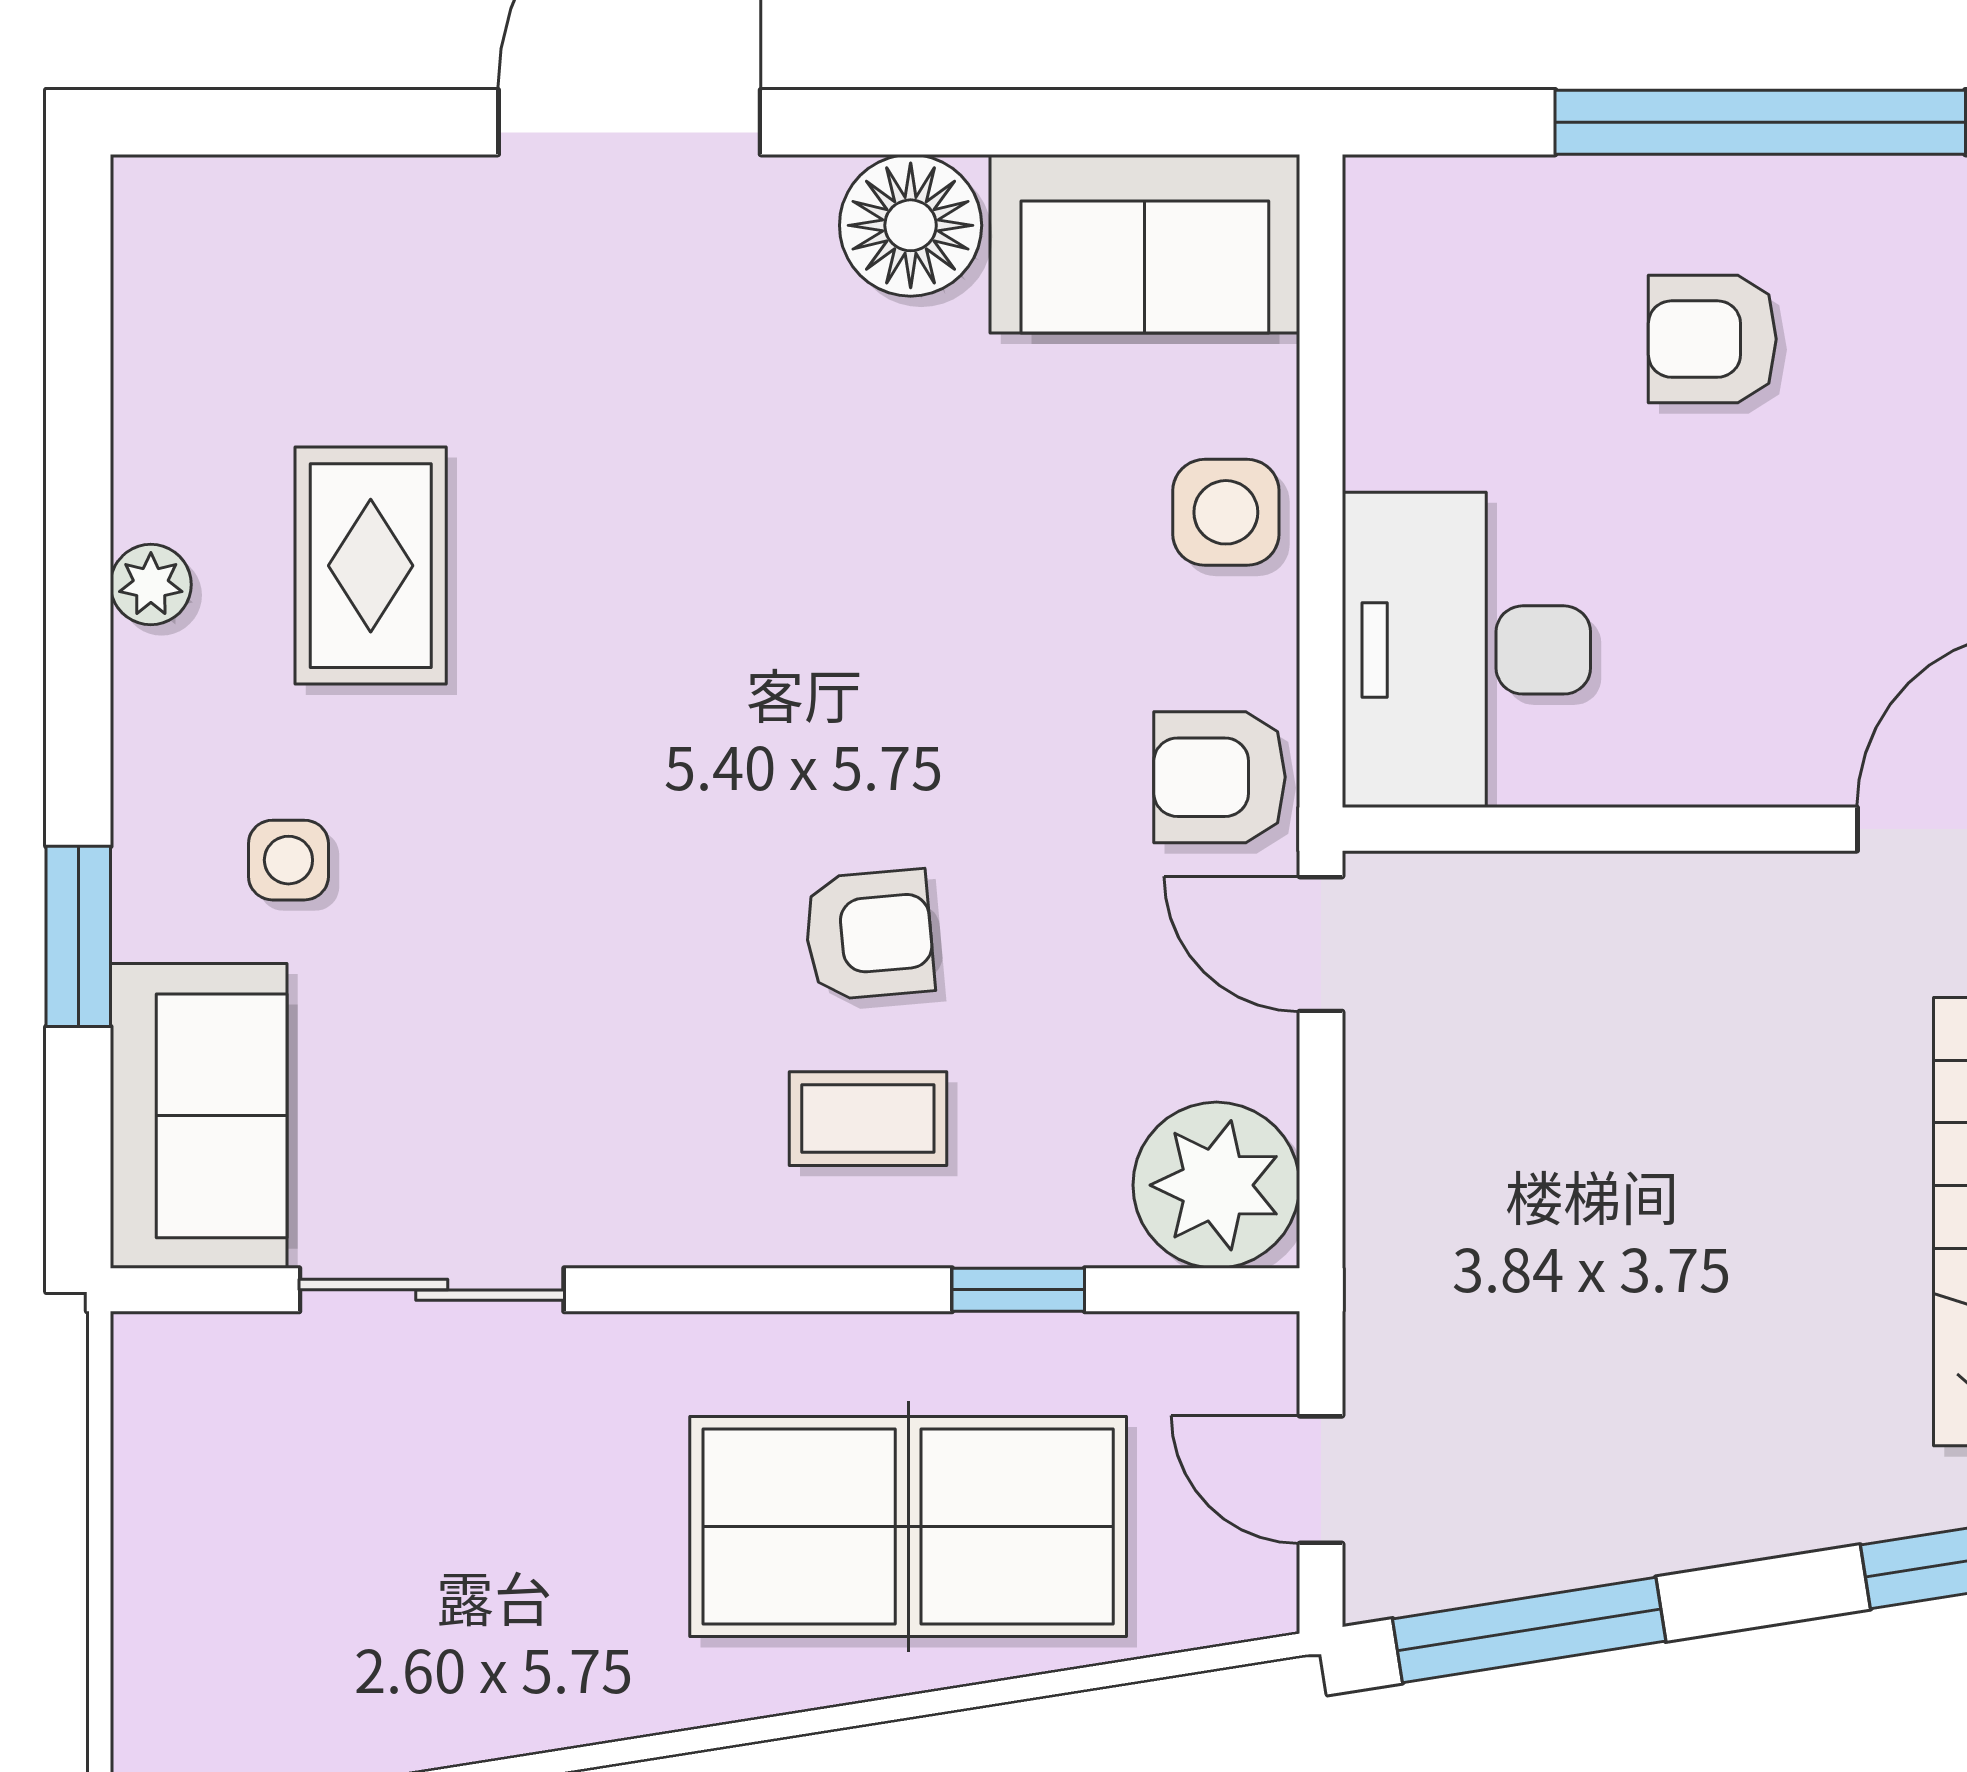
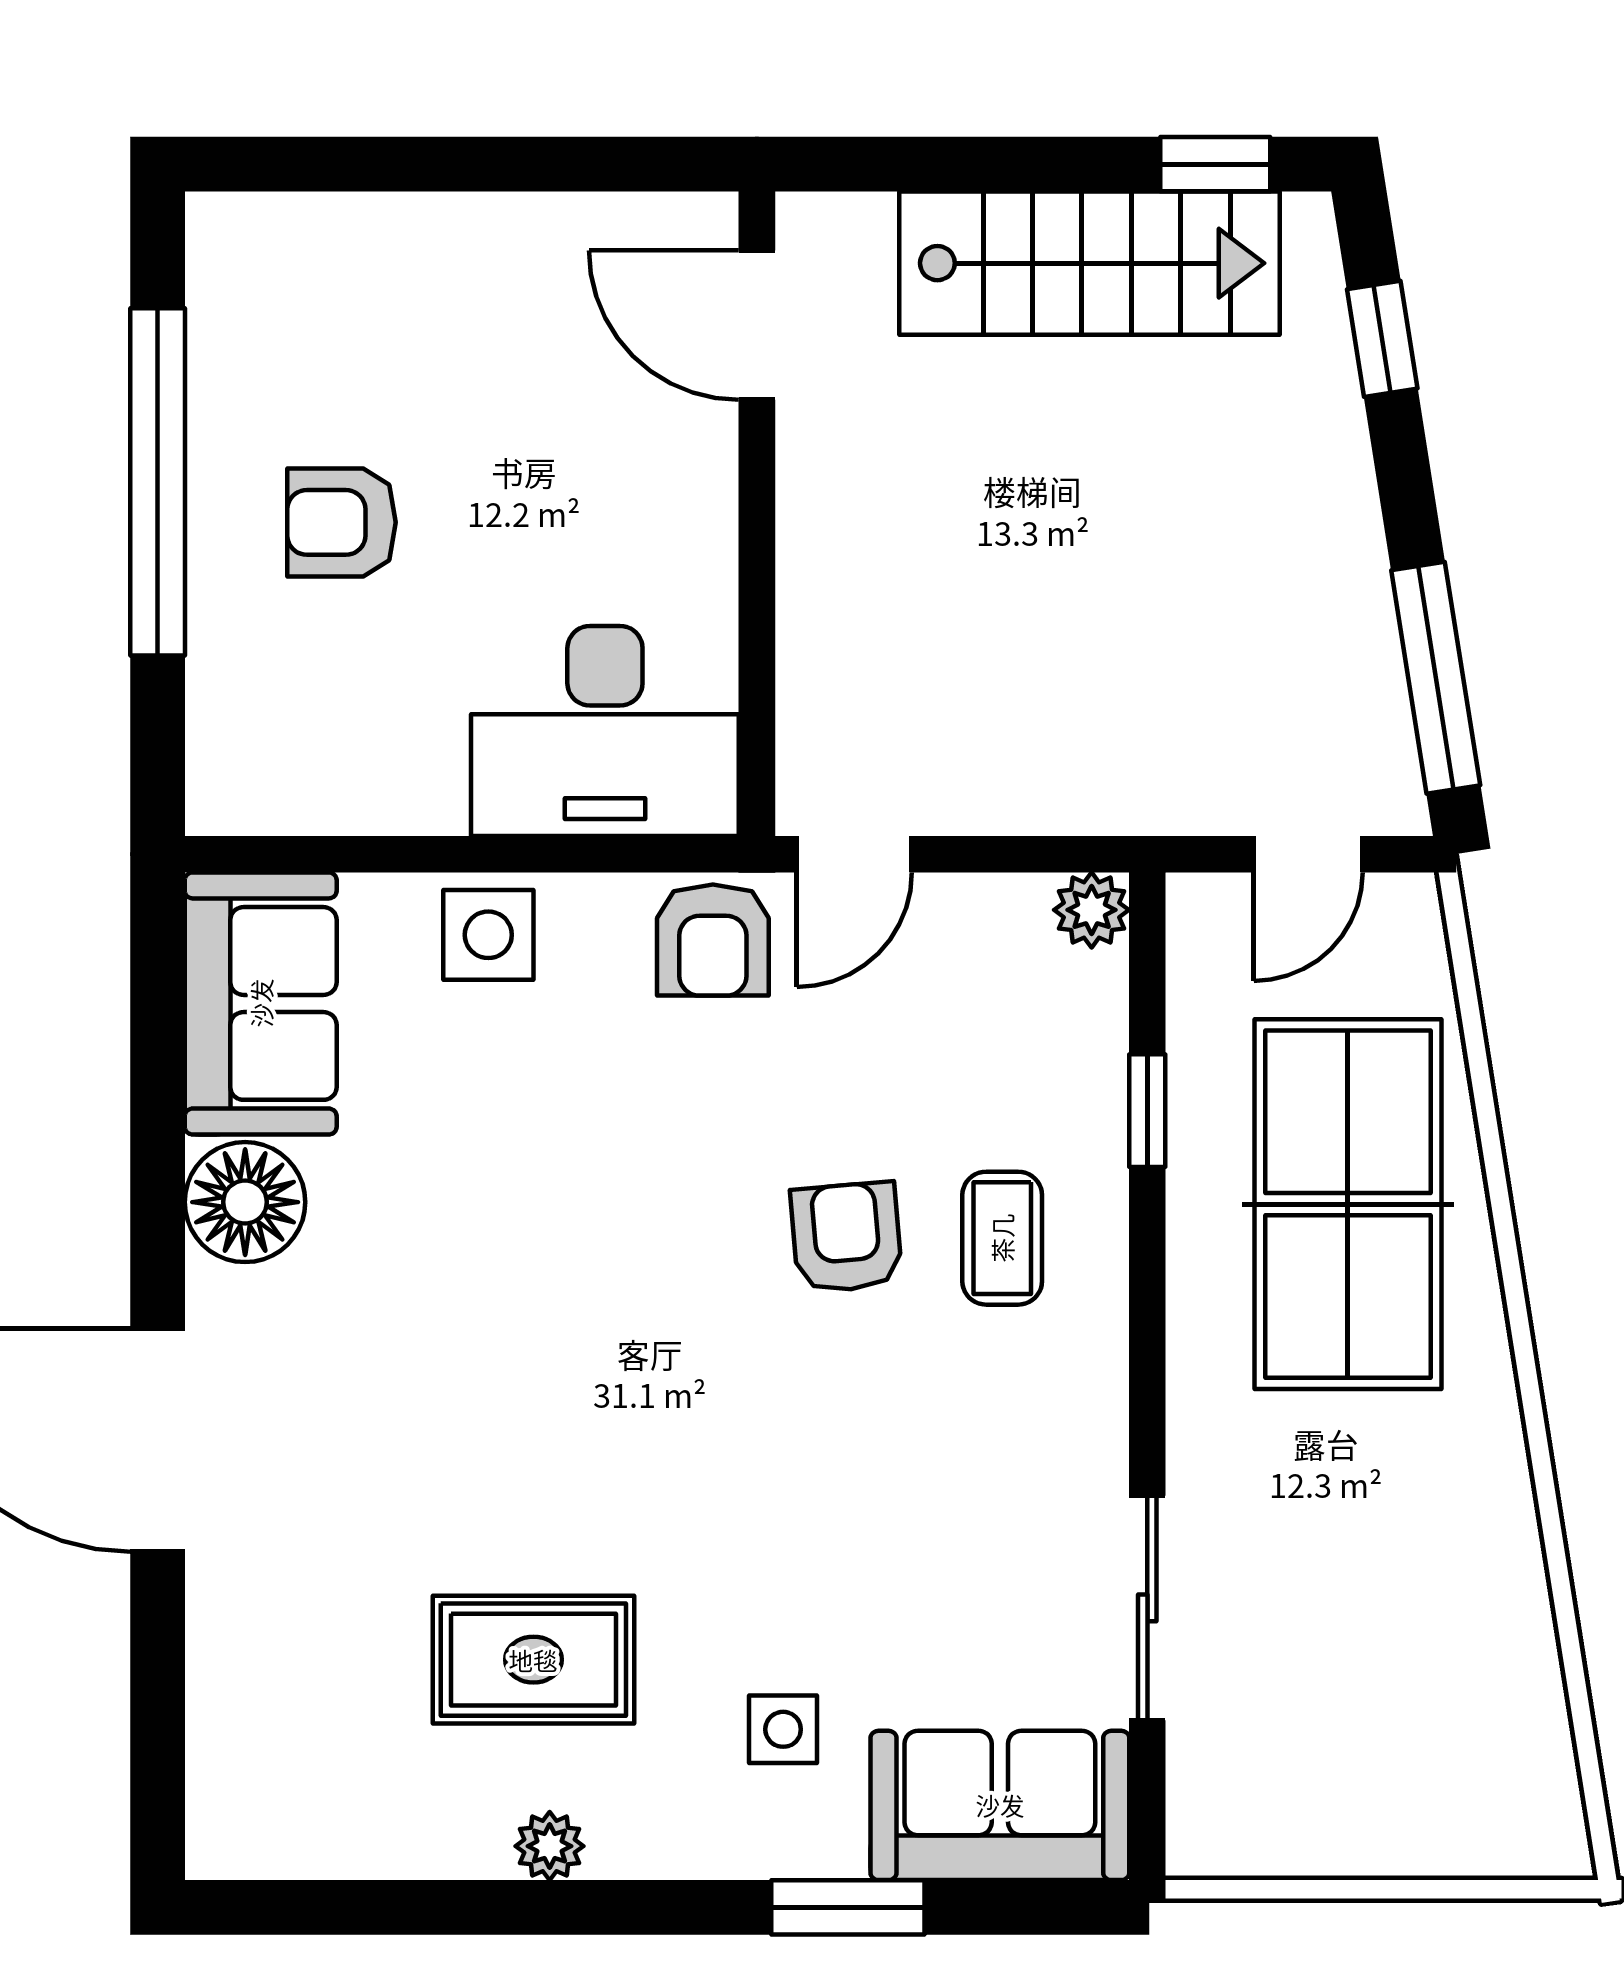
armchair: (1712, 339) -> (341, 522), turned 90
plant: (1216, 1185) -> (1092, 910), width x0.53, depth x0.53

